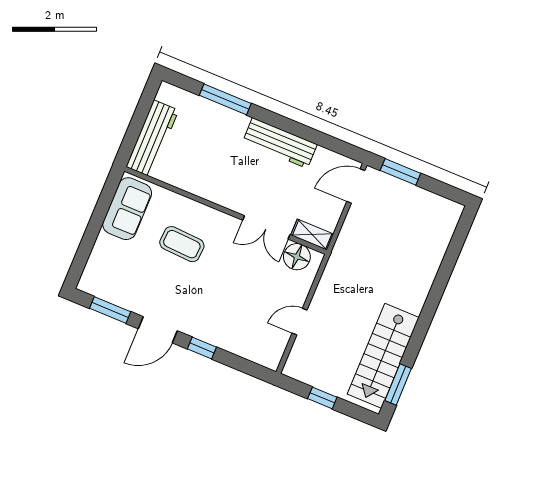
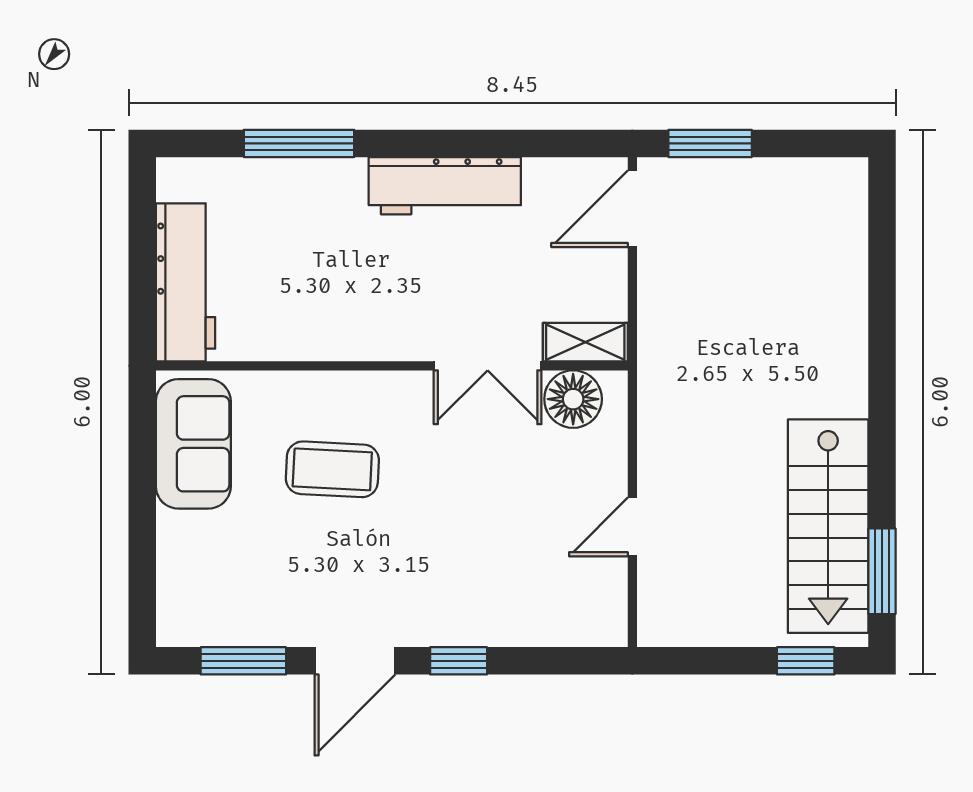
window: (322, 398) -> (806, 661), moved

